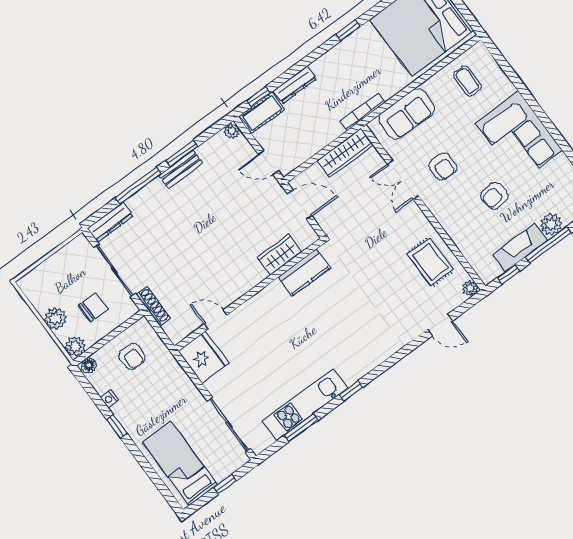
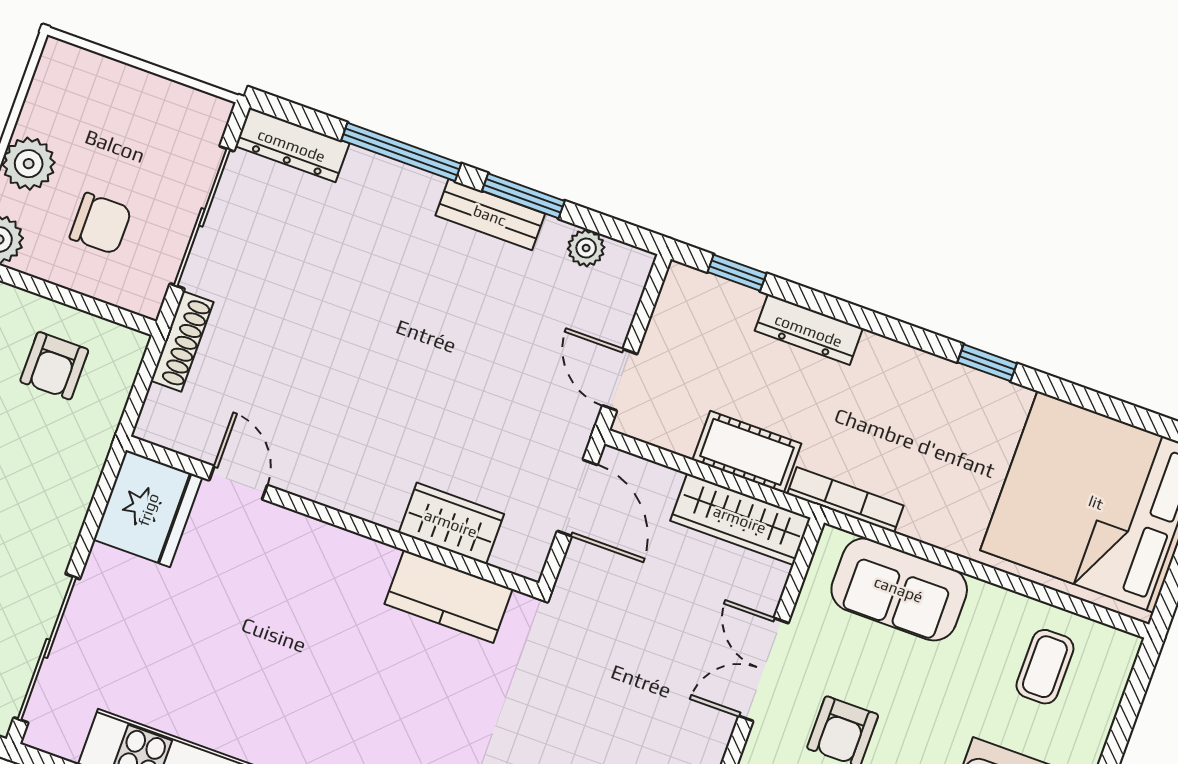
cot: (262, 113) -> (747, 452), moved
plant: (232, 131) -> (586, 248), moved

